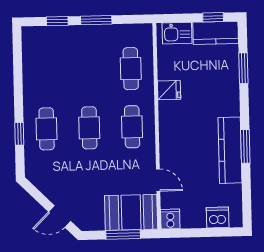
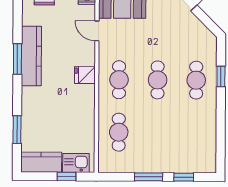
window: (213, 17) -> (66, 176), moved
fridge: (169, 90) -> (85, 75), moved

